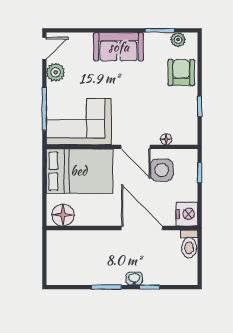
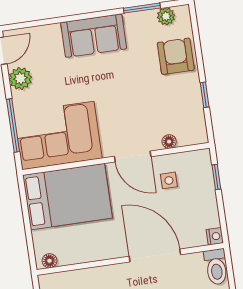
side table: (162, 170) -> (169, 180), width x0.54, depth x0.54
nightstand: (187, 214) -> (215, 236), width x0.53, depth x0.56
floor lamp: (63, 215) -> (49, 261), width x0.53, depth x0.53

